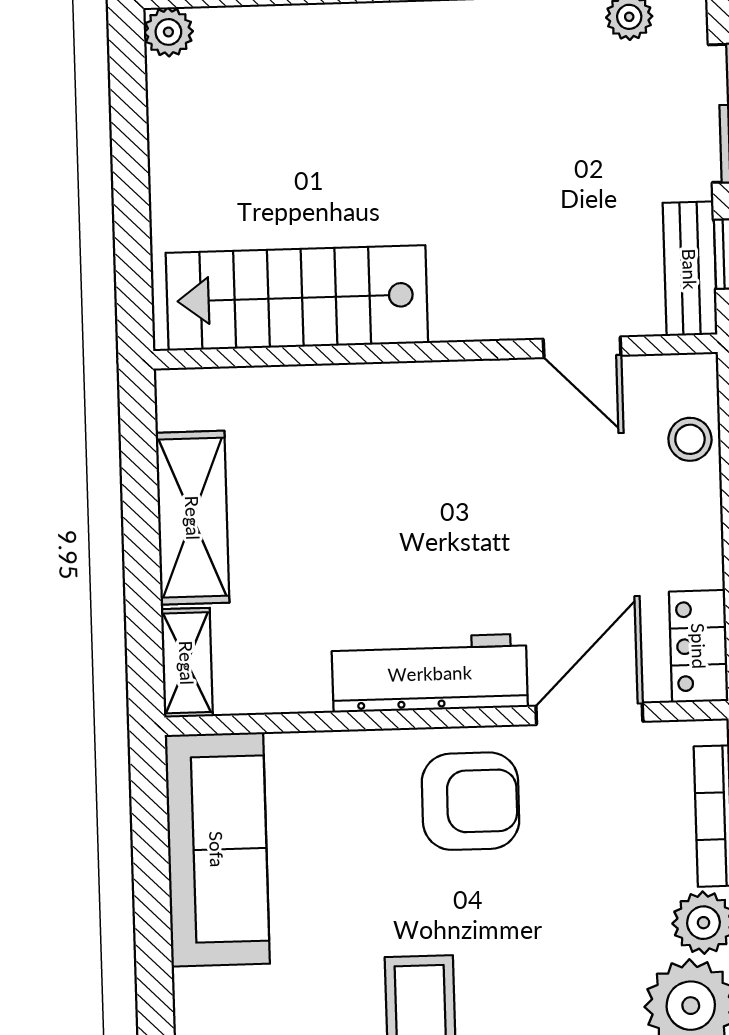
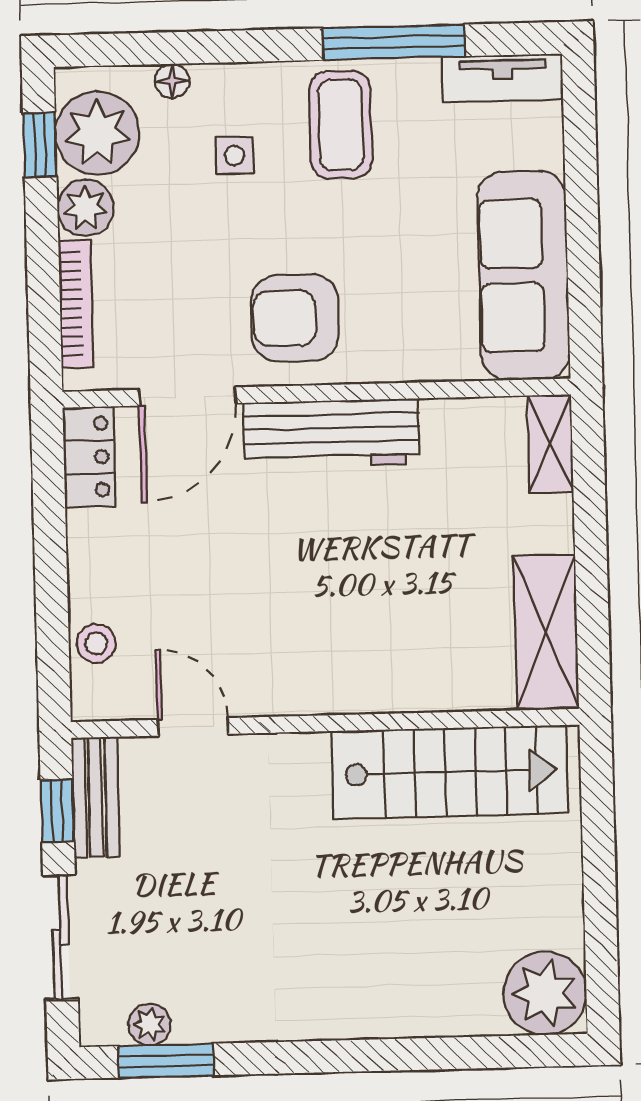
plant: (168, 32) -> (545, 993), width x1.88, depth x1.88
shelving: (193, 518) -> (546, 632), moved
side table: (538, 981) -> (234, 156), added

